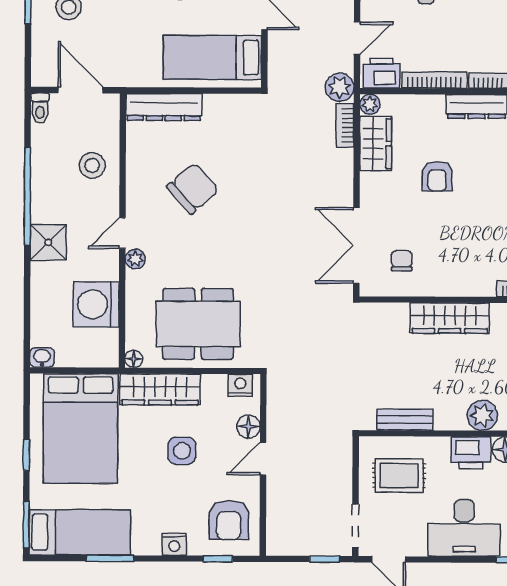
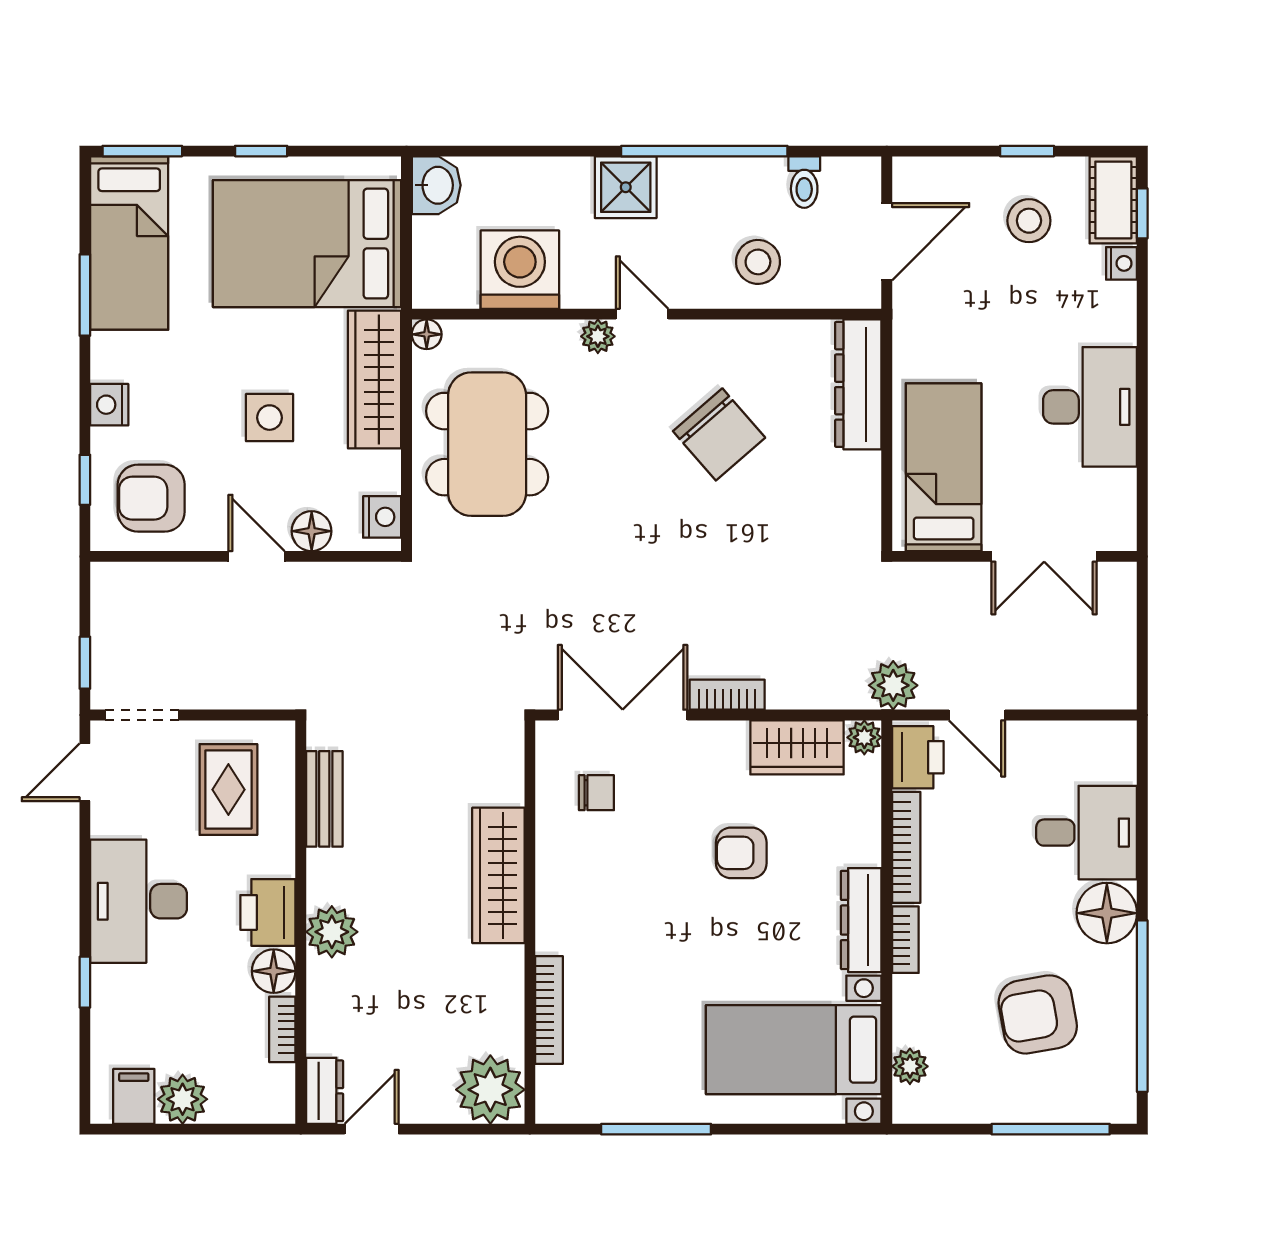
toilet: (40, 108) -> (804, 182), moved, turned -90
bookcase: (345, 125) -> (727, 695), moved
washbasin: (42, 357) -> (436, 185), width x1.38, depth x1.45

